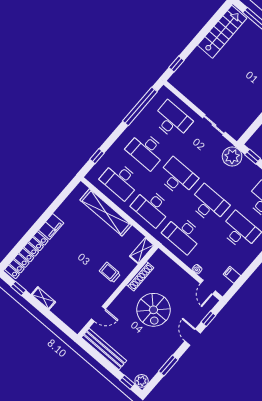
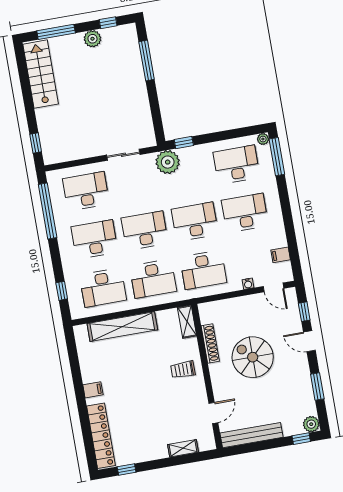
desk: (146, 150) -> (94, 239), turned 180
filing cabinet: (51, 227) -> (93, 390), width x0.50
shelving: (43, 298) -> (183, 448), moved
spiral stairs: (153, 310) -> (253, 357), turned 180

